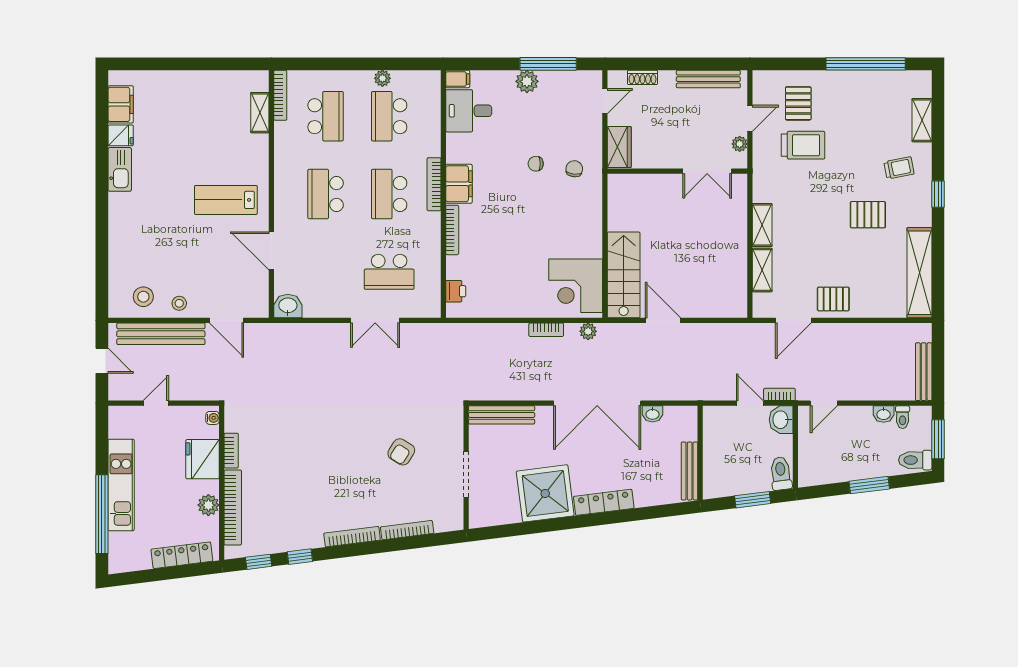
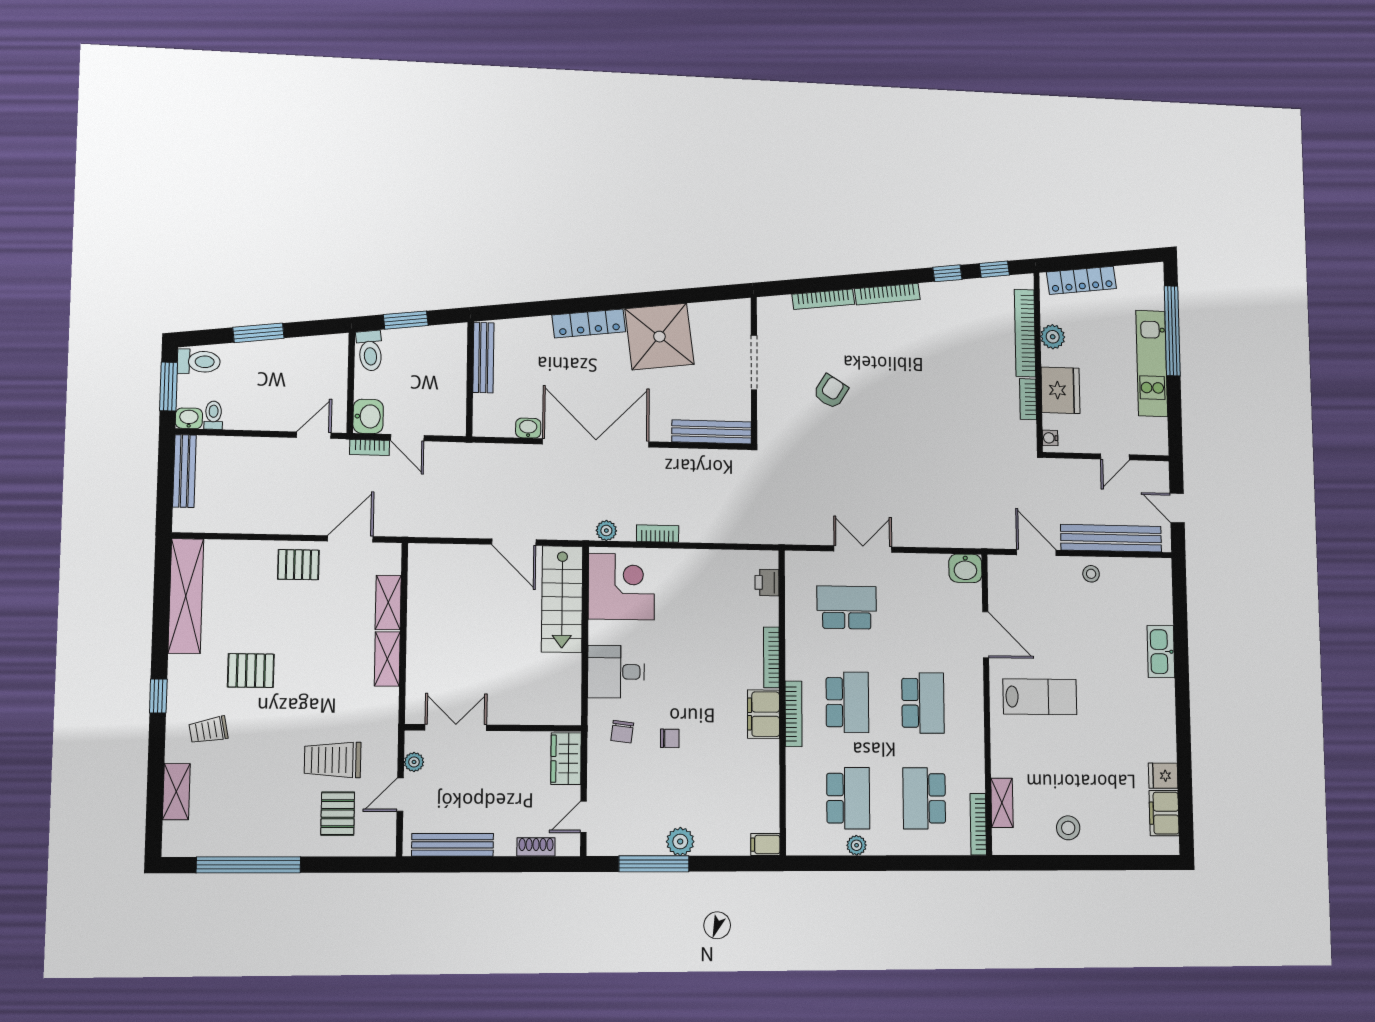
desk: (469, 111) -> (616, 672), moved, turned 180
kitchen sink: (120, 169) -> (1161, 652), moved
stool: (143, 297) -> (1068, 828), moved
washbasin: (884, 414) -> (189, 418), moved

